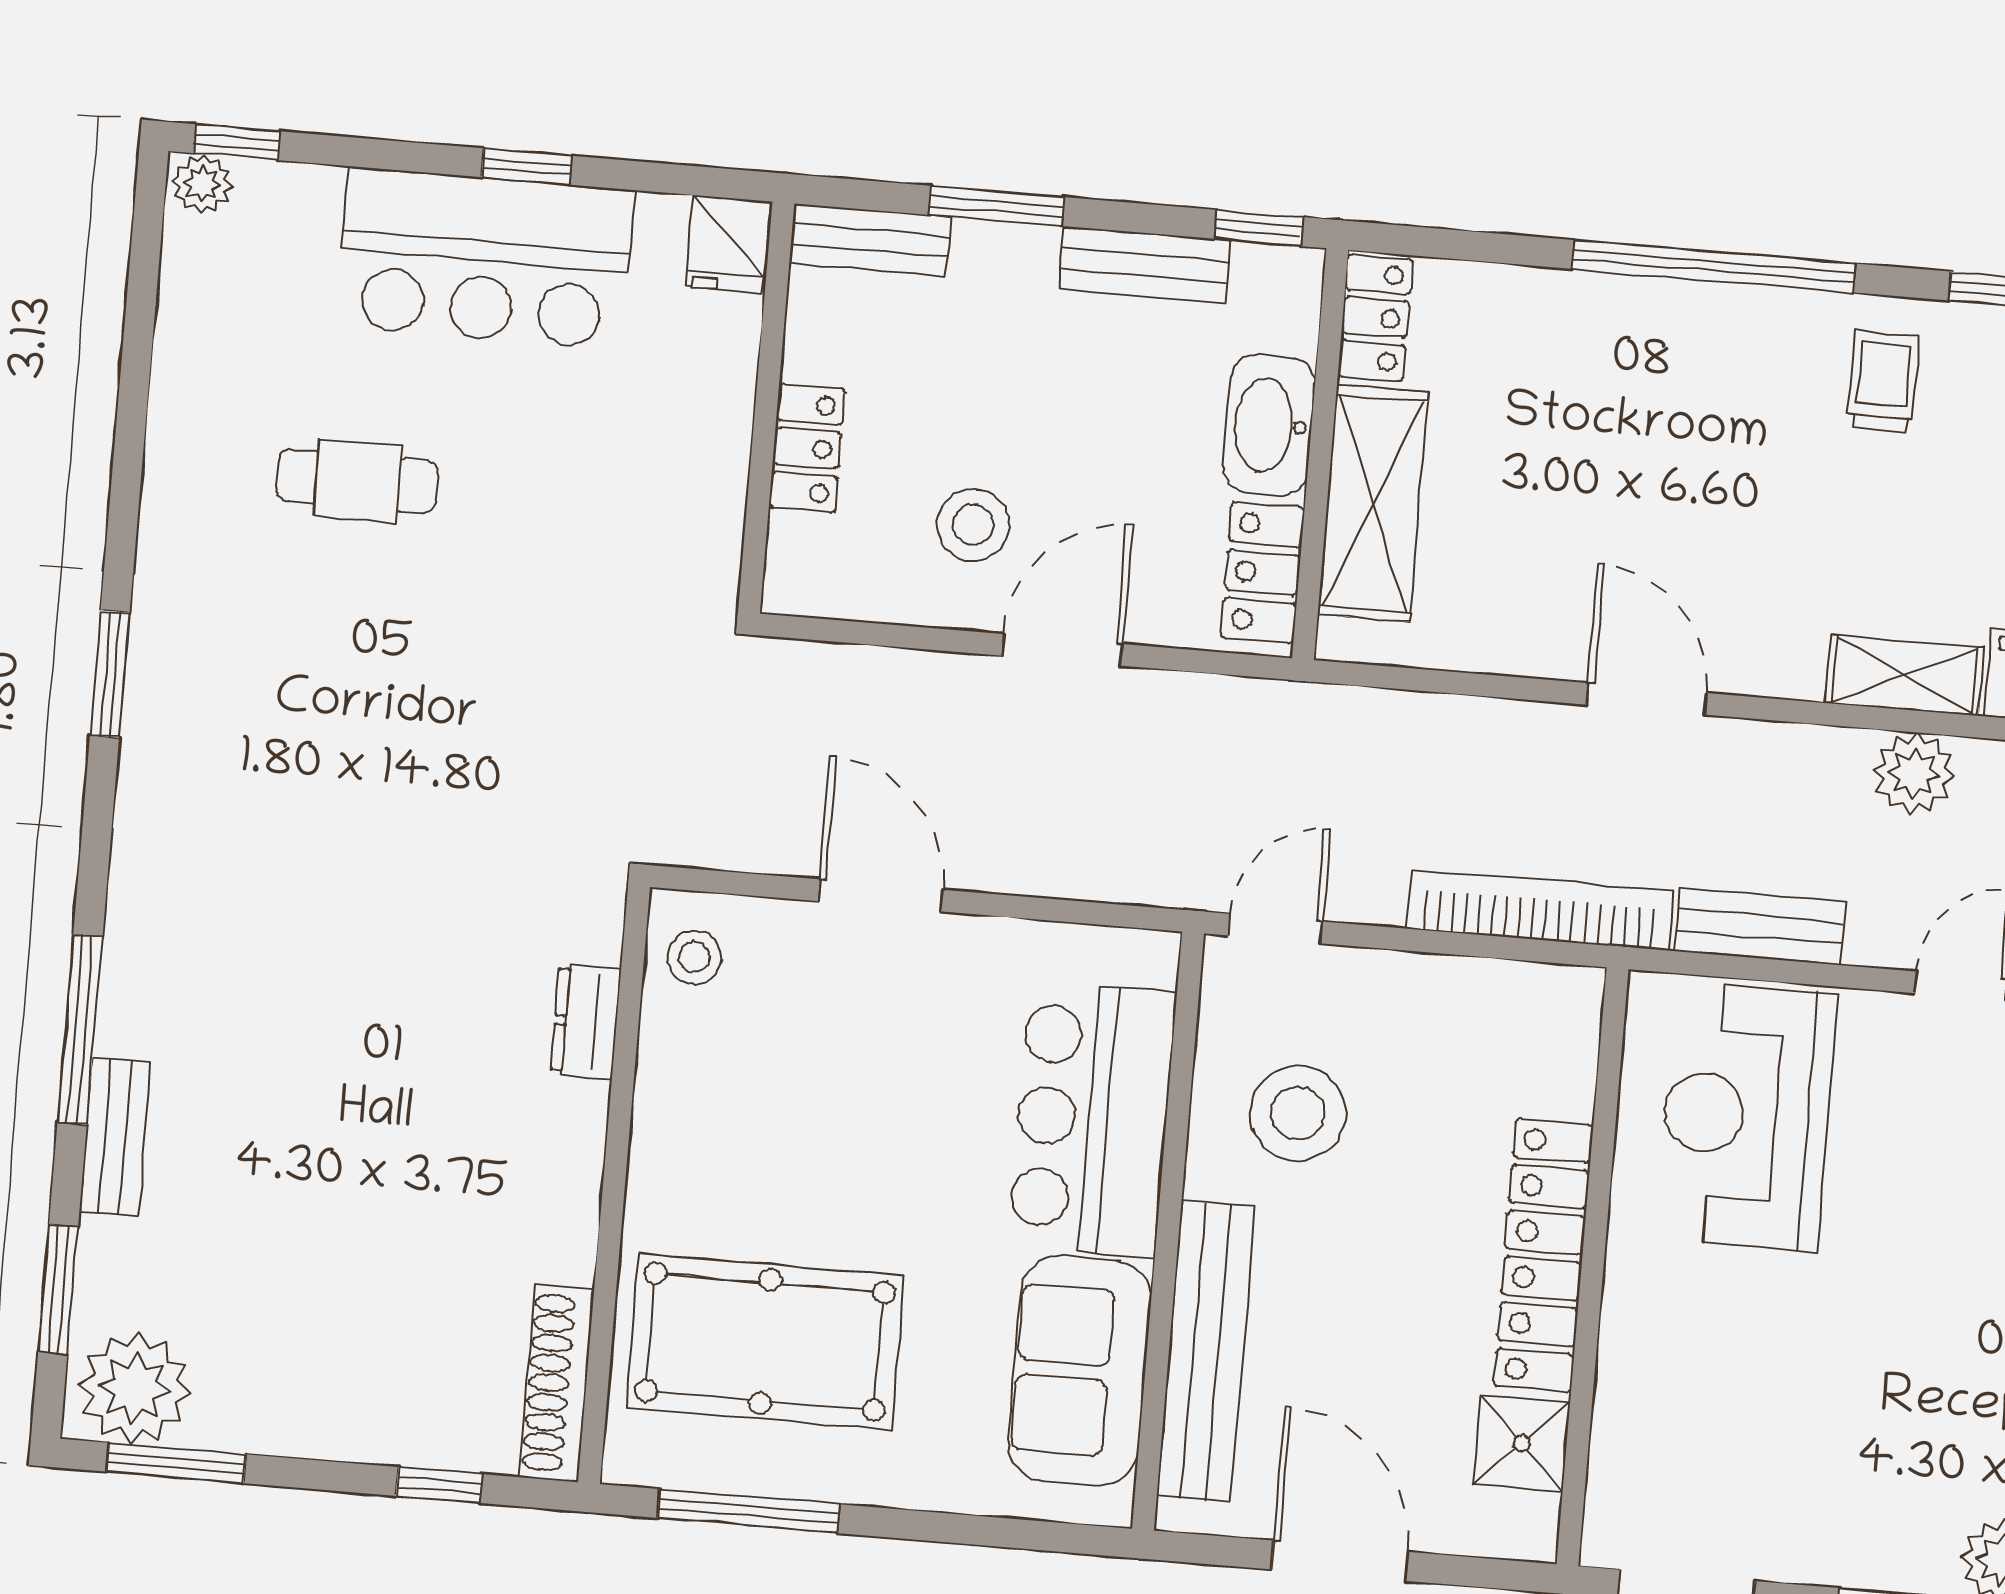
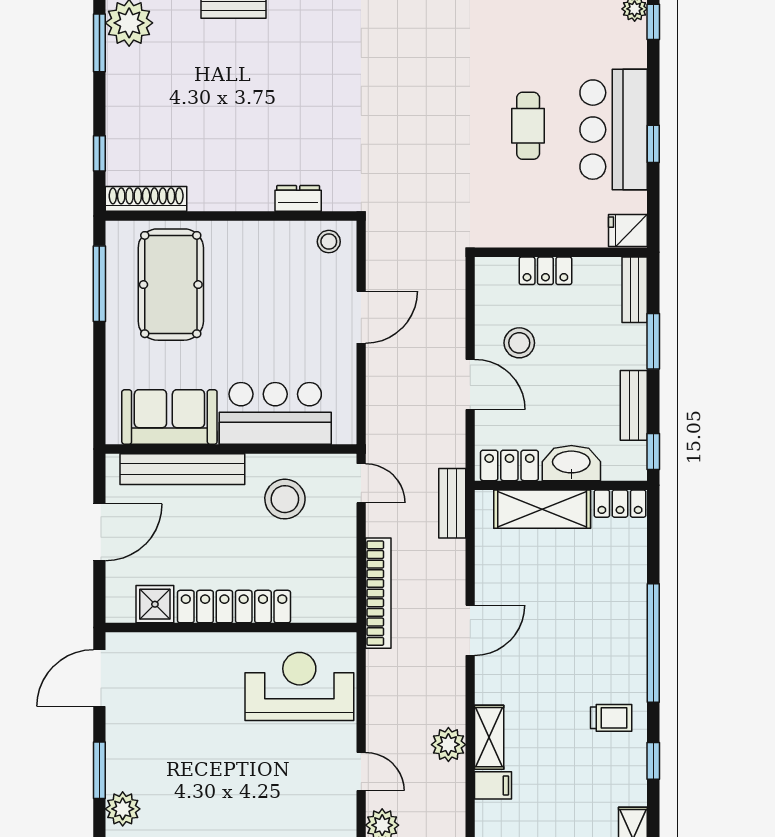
cafe table: (357, 481) -> (528, 126), moved
bench: (1760, 927) -> (452, 503), moved

